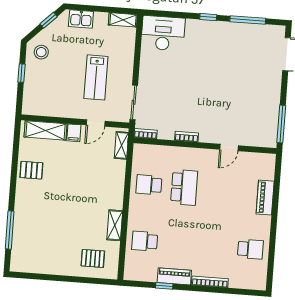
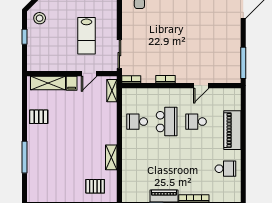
piano: (265, 198) -> (232, 130), width x1.37, depth x1.33
window: (10, 230) -> (24, 157), moved
school desk: (145, 241) -> (196, 122), moved

